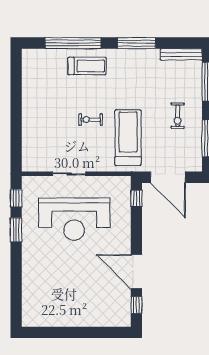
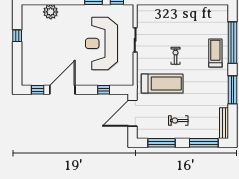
treadmill: (87, 66) -> (215, 53), turned 180
window: (136, 198) -> (104, 90), moved
plant: (32, 287) -> (51, 12), added
window: (64, 332) -> (17, 36), added

